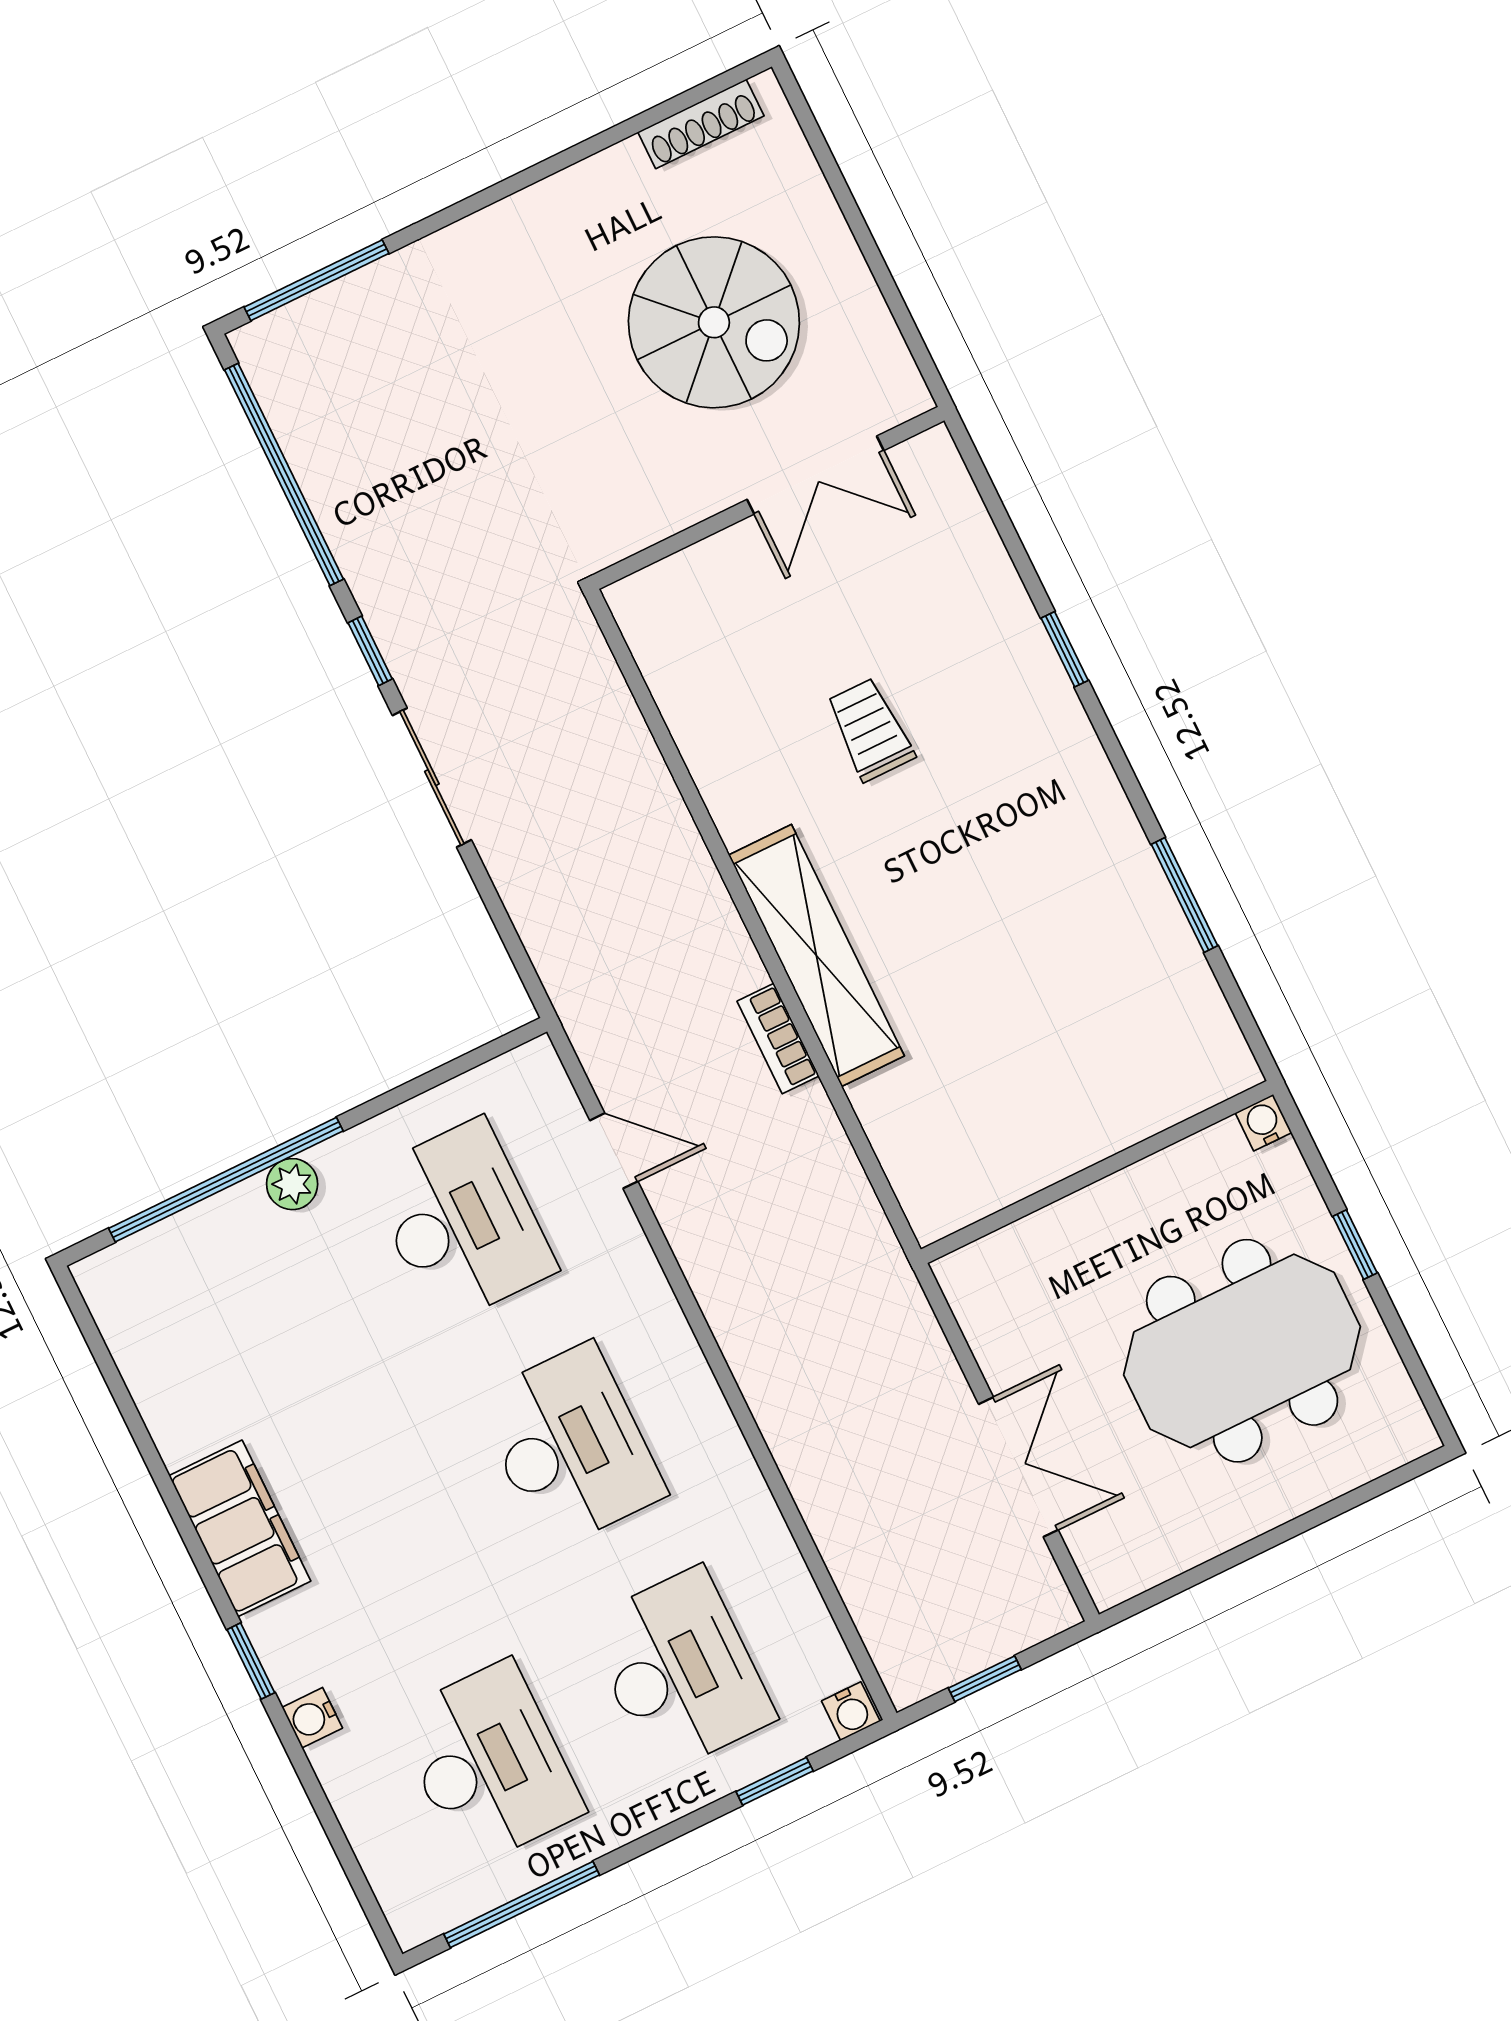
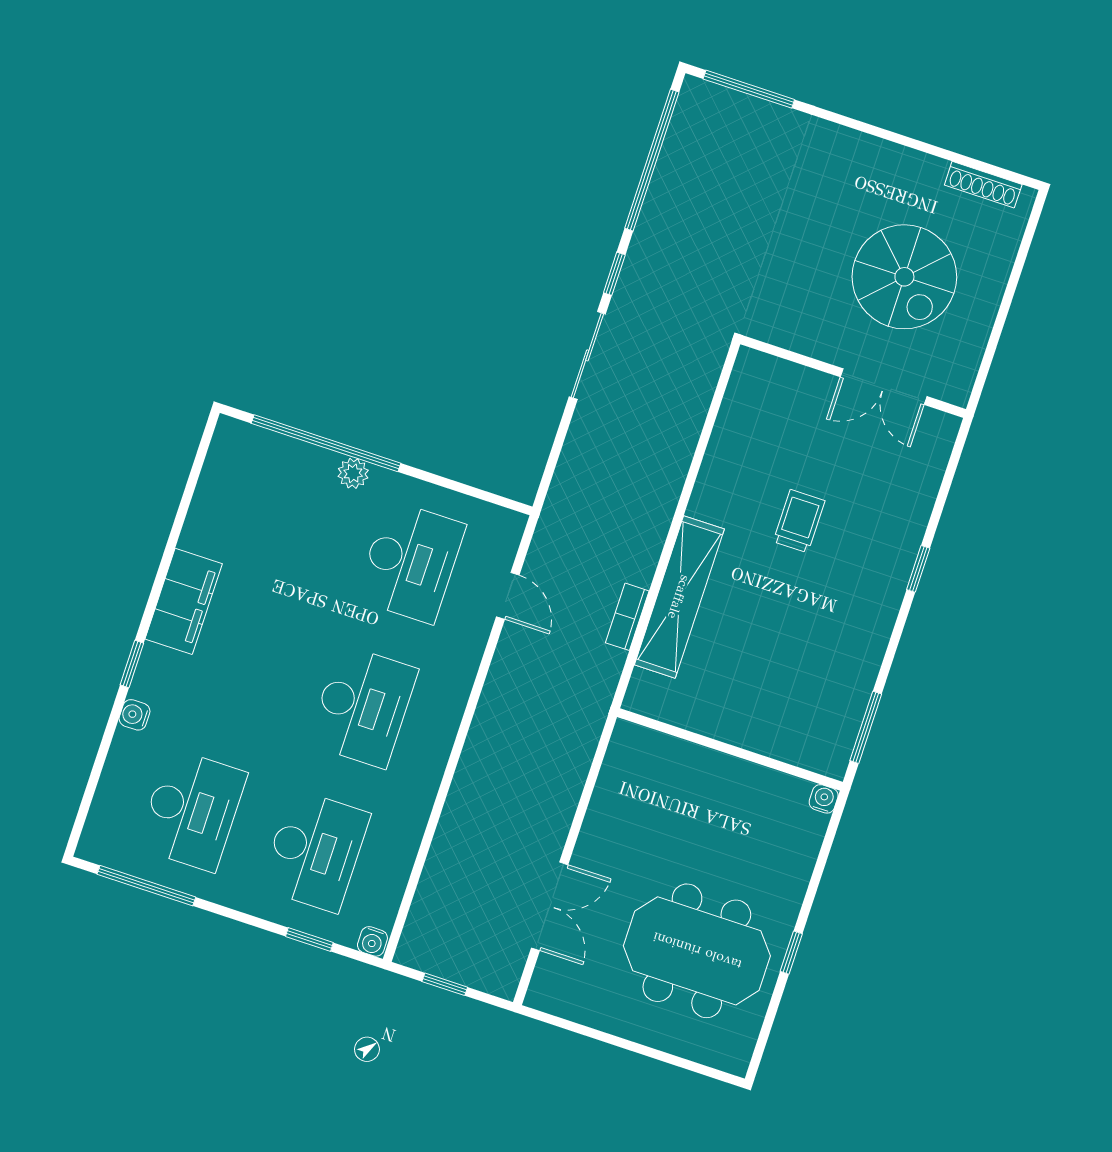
water cooler: (1264, 1123) -> (824, 799), moved
wall: (1097, 1172) -> (730, 749), moved

